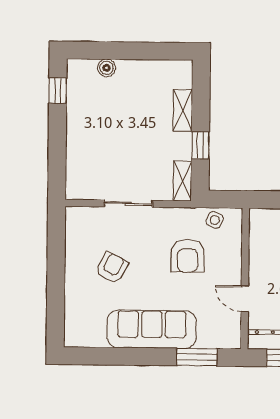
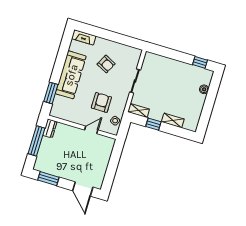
armchair: (187, 256) -> (101, 102), turned 90
door: (245, 299) -> (91, 130), moved
fireplace: (73, 325) -> (84, 37), added

